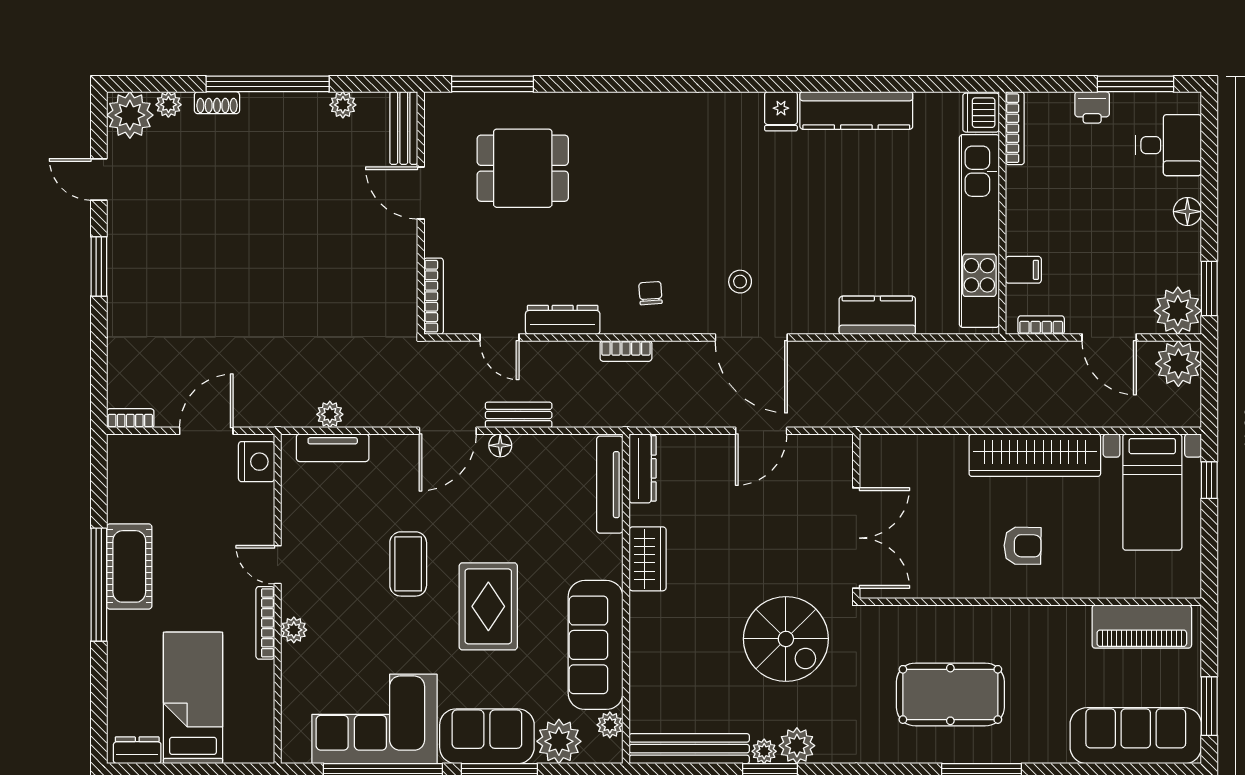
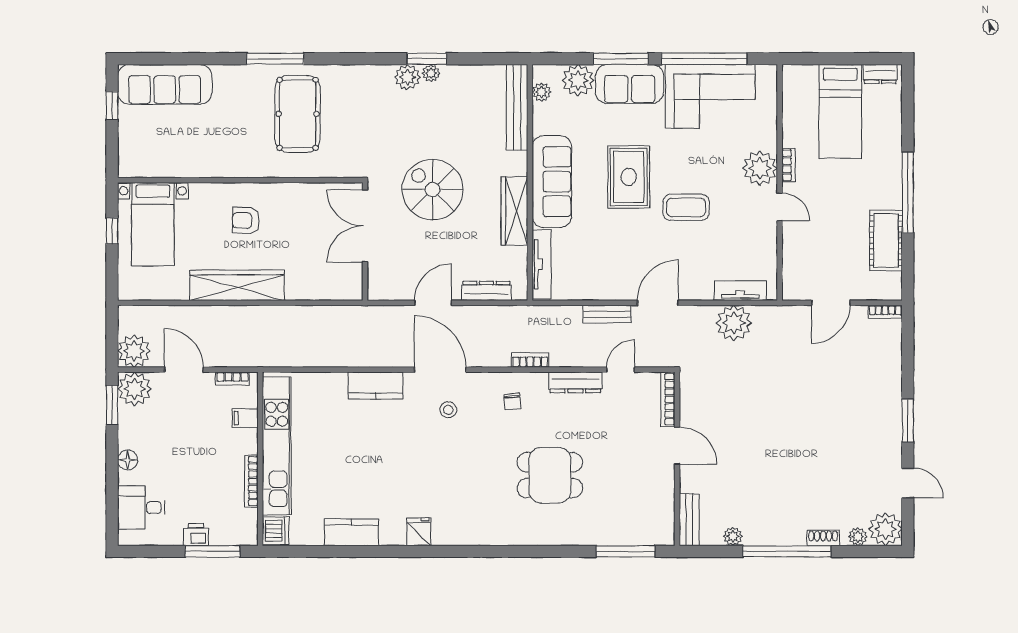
window: (1135, 84) -> (213, 551), moved
kitchen counter: (856, 111) -> (351, 532), width x0.67
bookcase: (1015, 128) -> (251, 481), moved
dining table: (523, 168) -> (550, 475), moved
door: (421, 193) -> (677, 446), moved
kitchen counter: (877, 315) -> (376, 386), moved
door: (499, 337) -> (621, 370), hinge flipped
plant: (330, 414) -> (734, 323), width x1.87, depth x1.87
floor lamp: (500, 445) -> (620, 292), removed
nightstand: (257, 462) -> (795, 281), removed
dresser: (643, 468) -> (486, 291), moved, turned 90
window: (1209, 480) -> (112, 231), moved
bed with nightstands: (1152, 492) -> (153, 224), moved, turned 180
wardrobe: (648, 559) -> (514, 211), width x1.50
coffee table: (408, 564) -> (686, 207), turned 90
cot: (129, 566) -> (886, 240), moved
bookcase: (265, 623) -> (789, 165), width x0.64
piano: (1142, 627) -> (160, 163), removed
plant: (294, 630) -> (760, 168), width x1.88, depth x1.88
spiral stairs: (786, 639) -> (432, 190), moved
sofa: (596, 645) -> (552, 182), moved
pool table: (950, 694) -> (298, 114), turned 90
window: (1209, 706) -> (112, 105), width x0.67
bench: (689, 749) -> (517, 107), moved, turned 90

